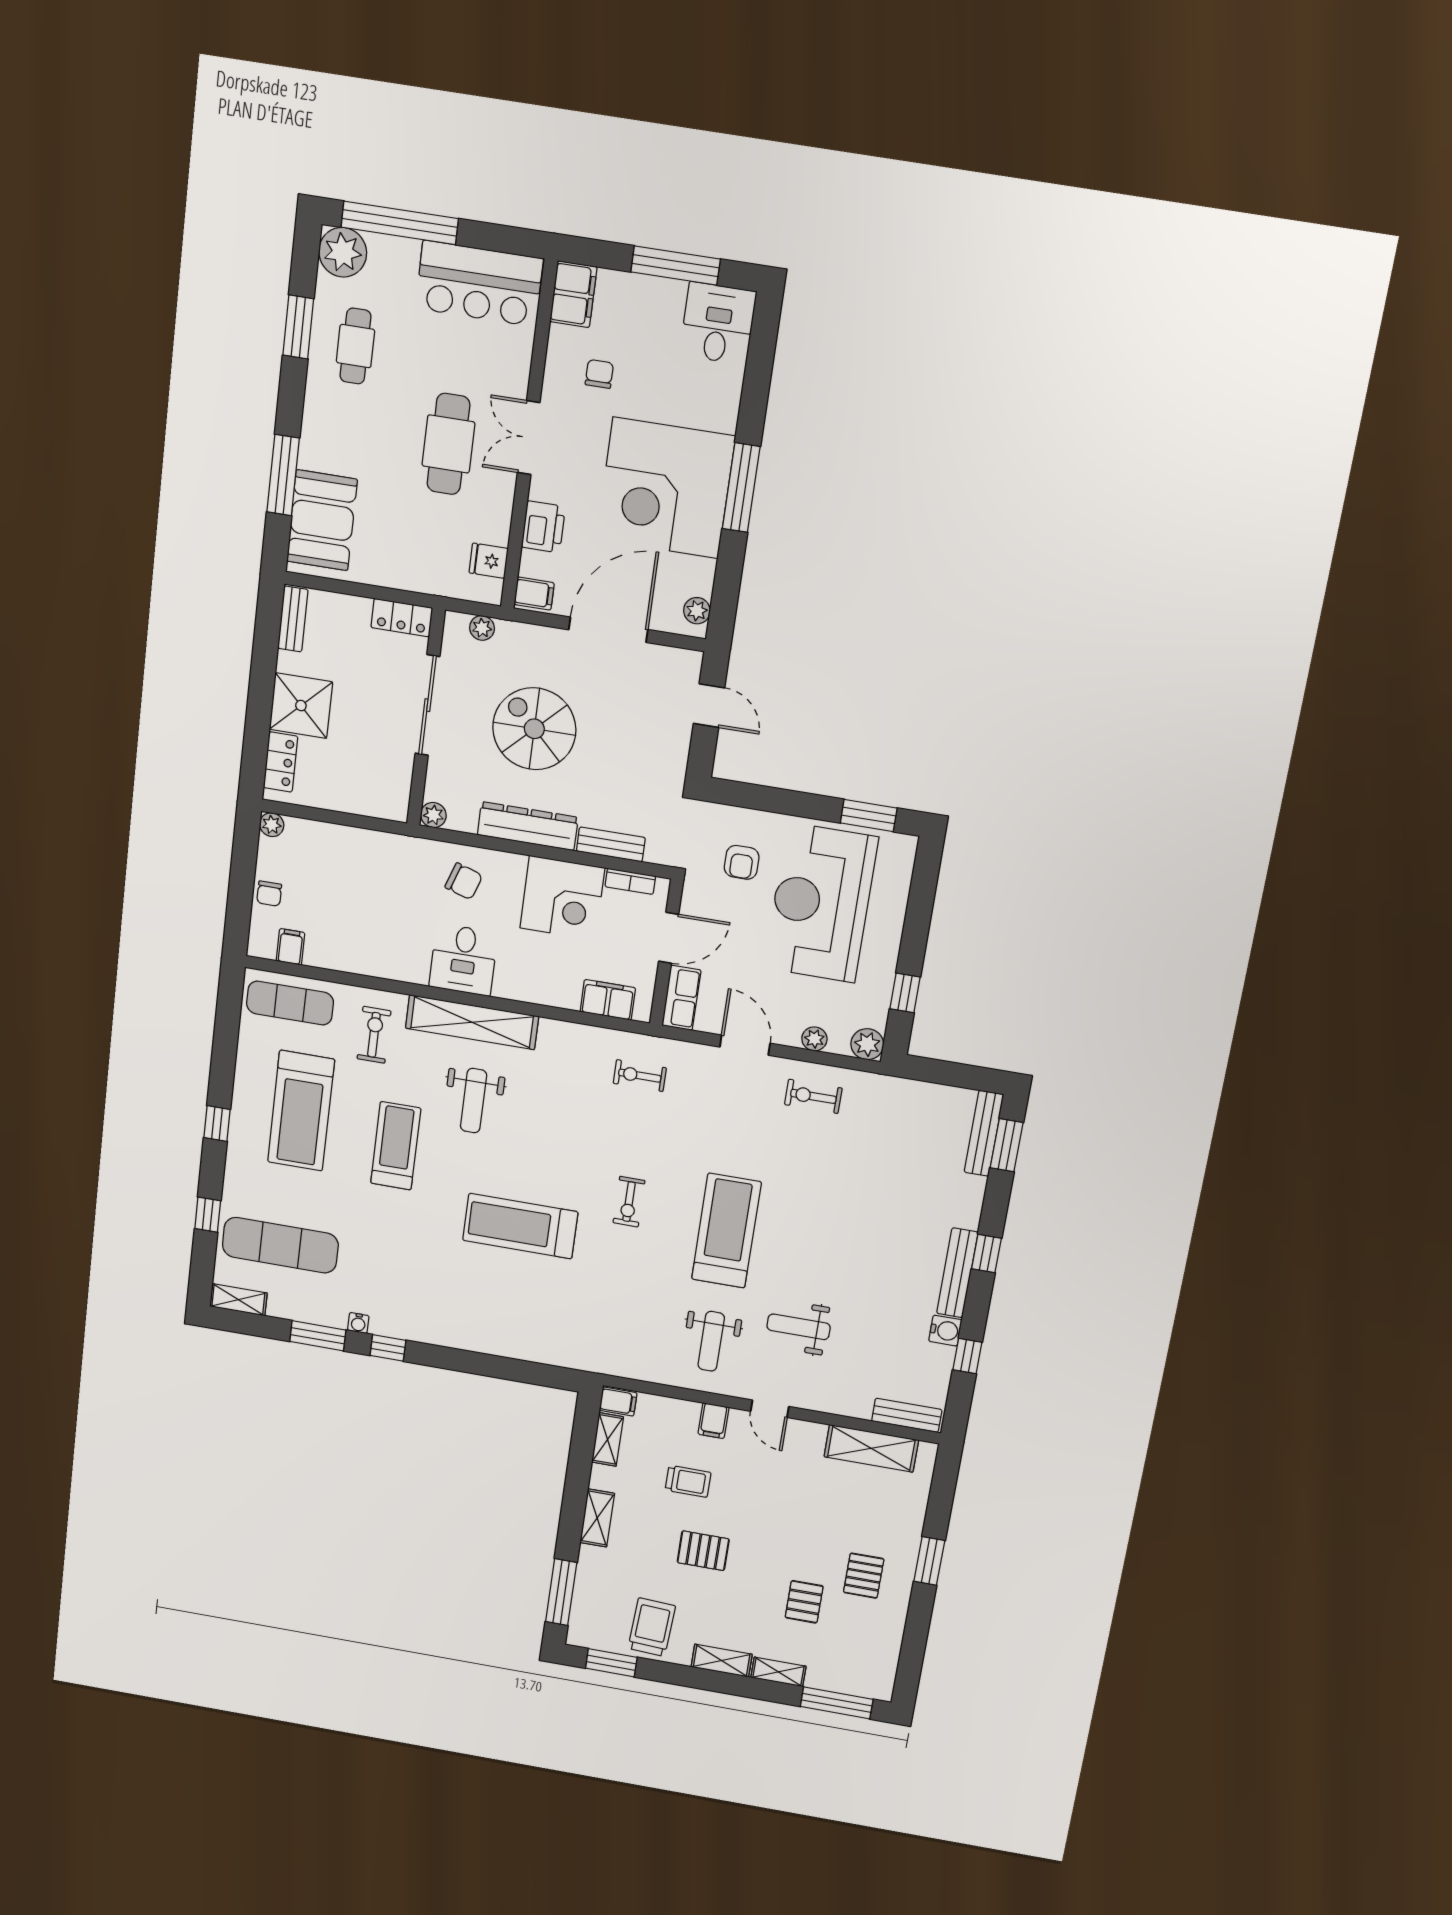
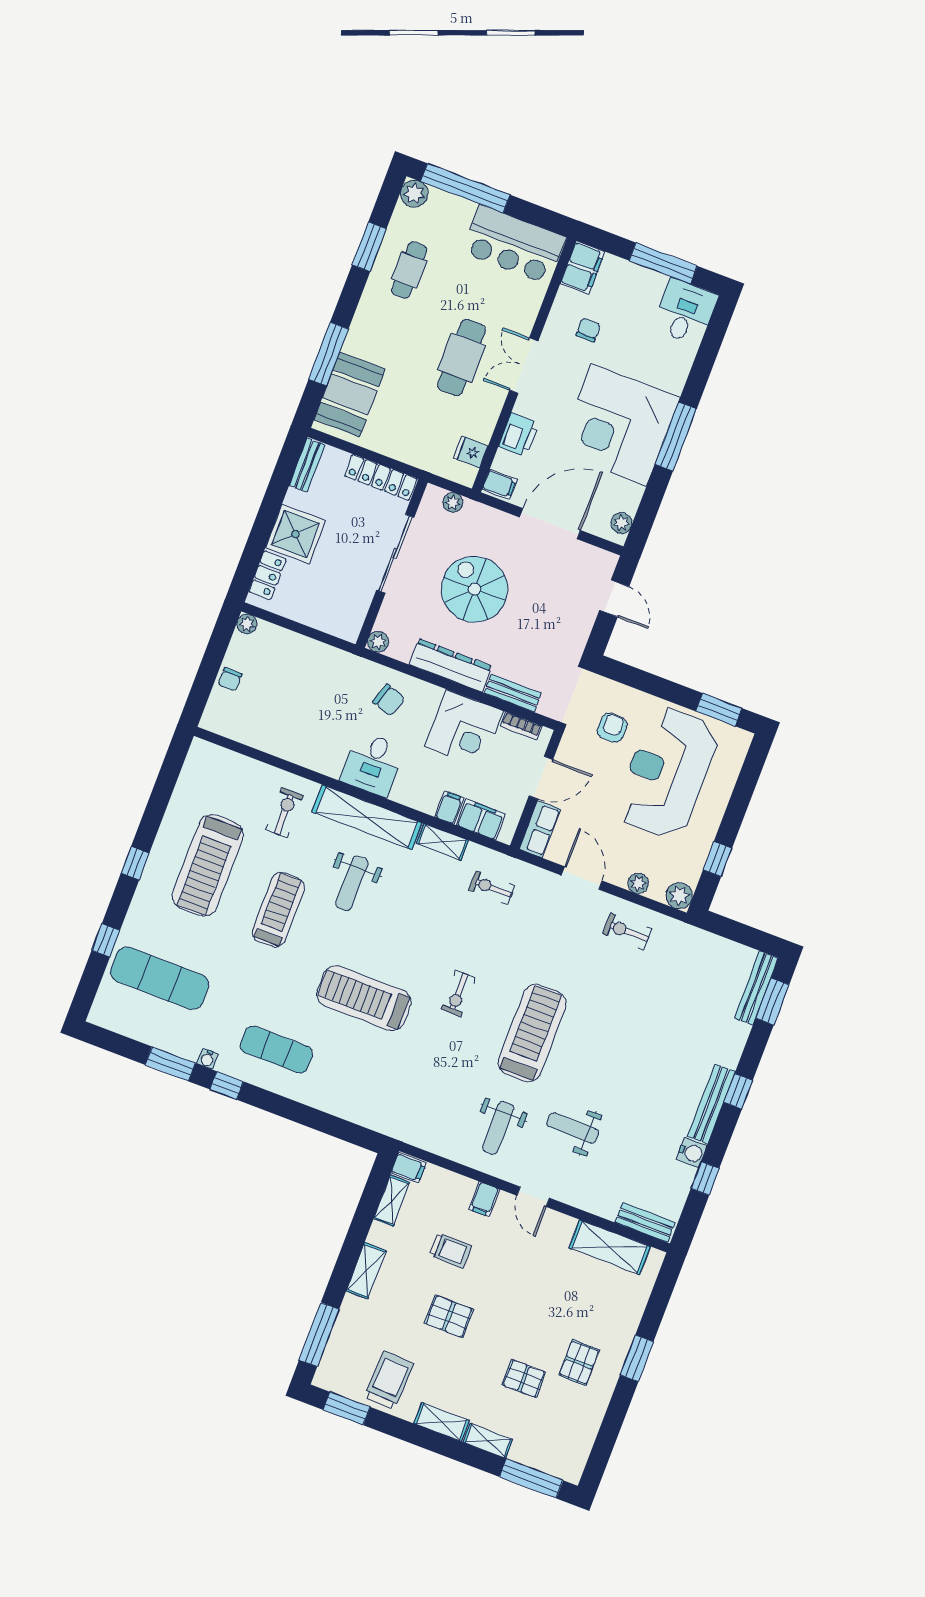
plant: (343, 252) -> (414, 194), width x0.73, depth x0.73
locker: (402, 618) -> (381, 477), width x1.53
armchair: (742, 862) -> (612, 728), turned 180
filing cabinet: (290, 947) -> (449, 808), moved
exercise mat: (290, 1003) -> (276, 1050), moved
shelving: (238, 1300) -> (442, 842), moved
pallet: (804, 1602) -> (524, 1379), turned 90

